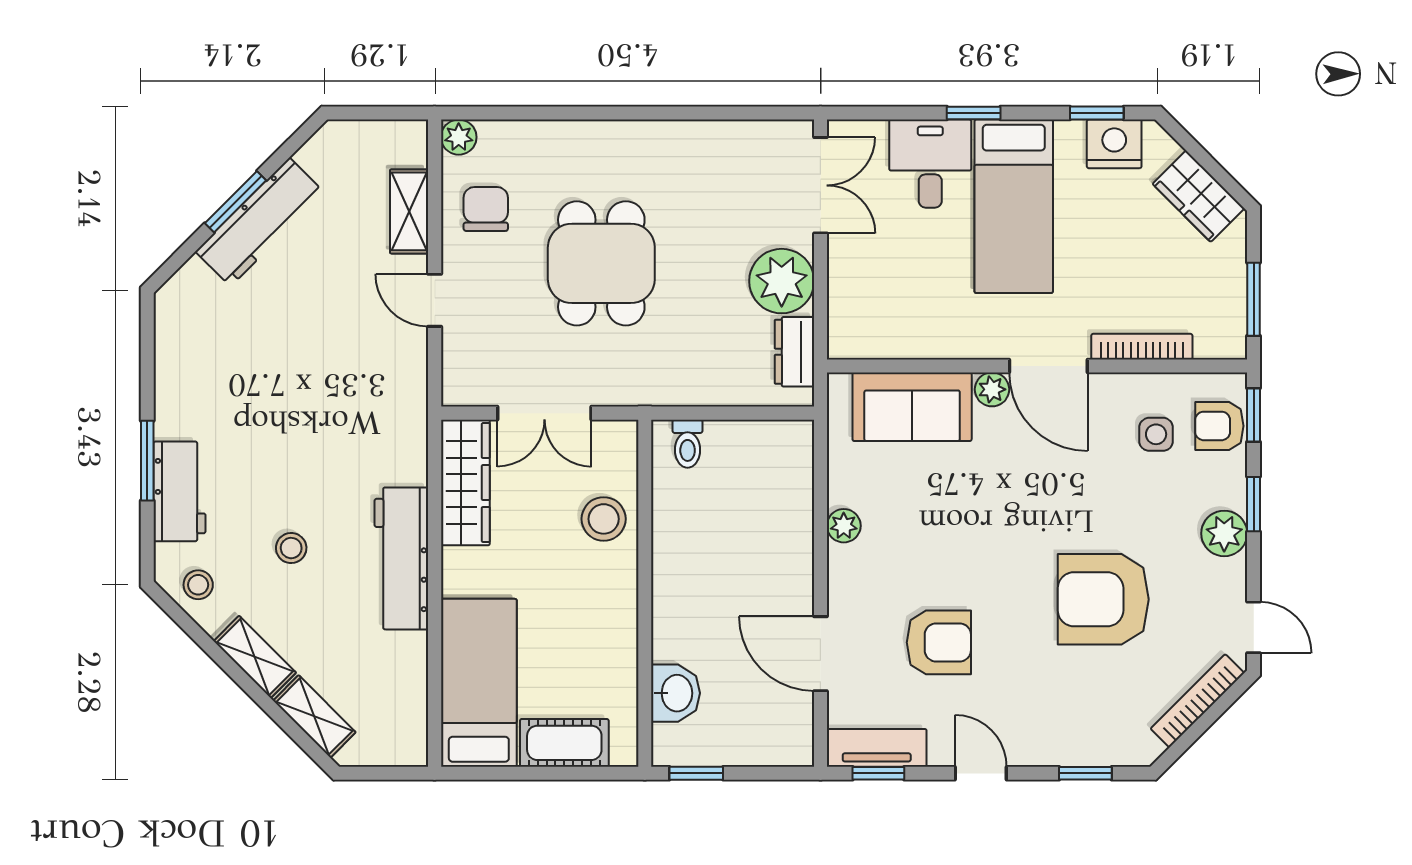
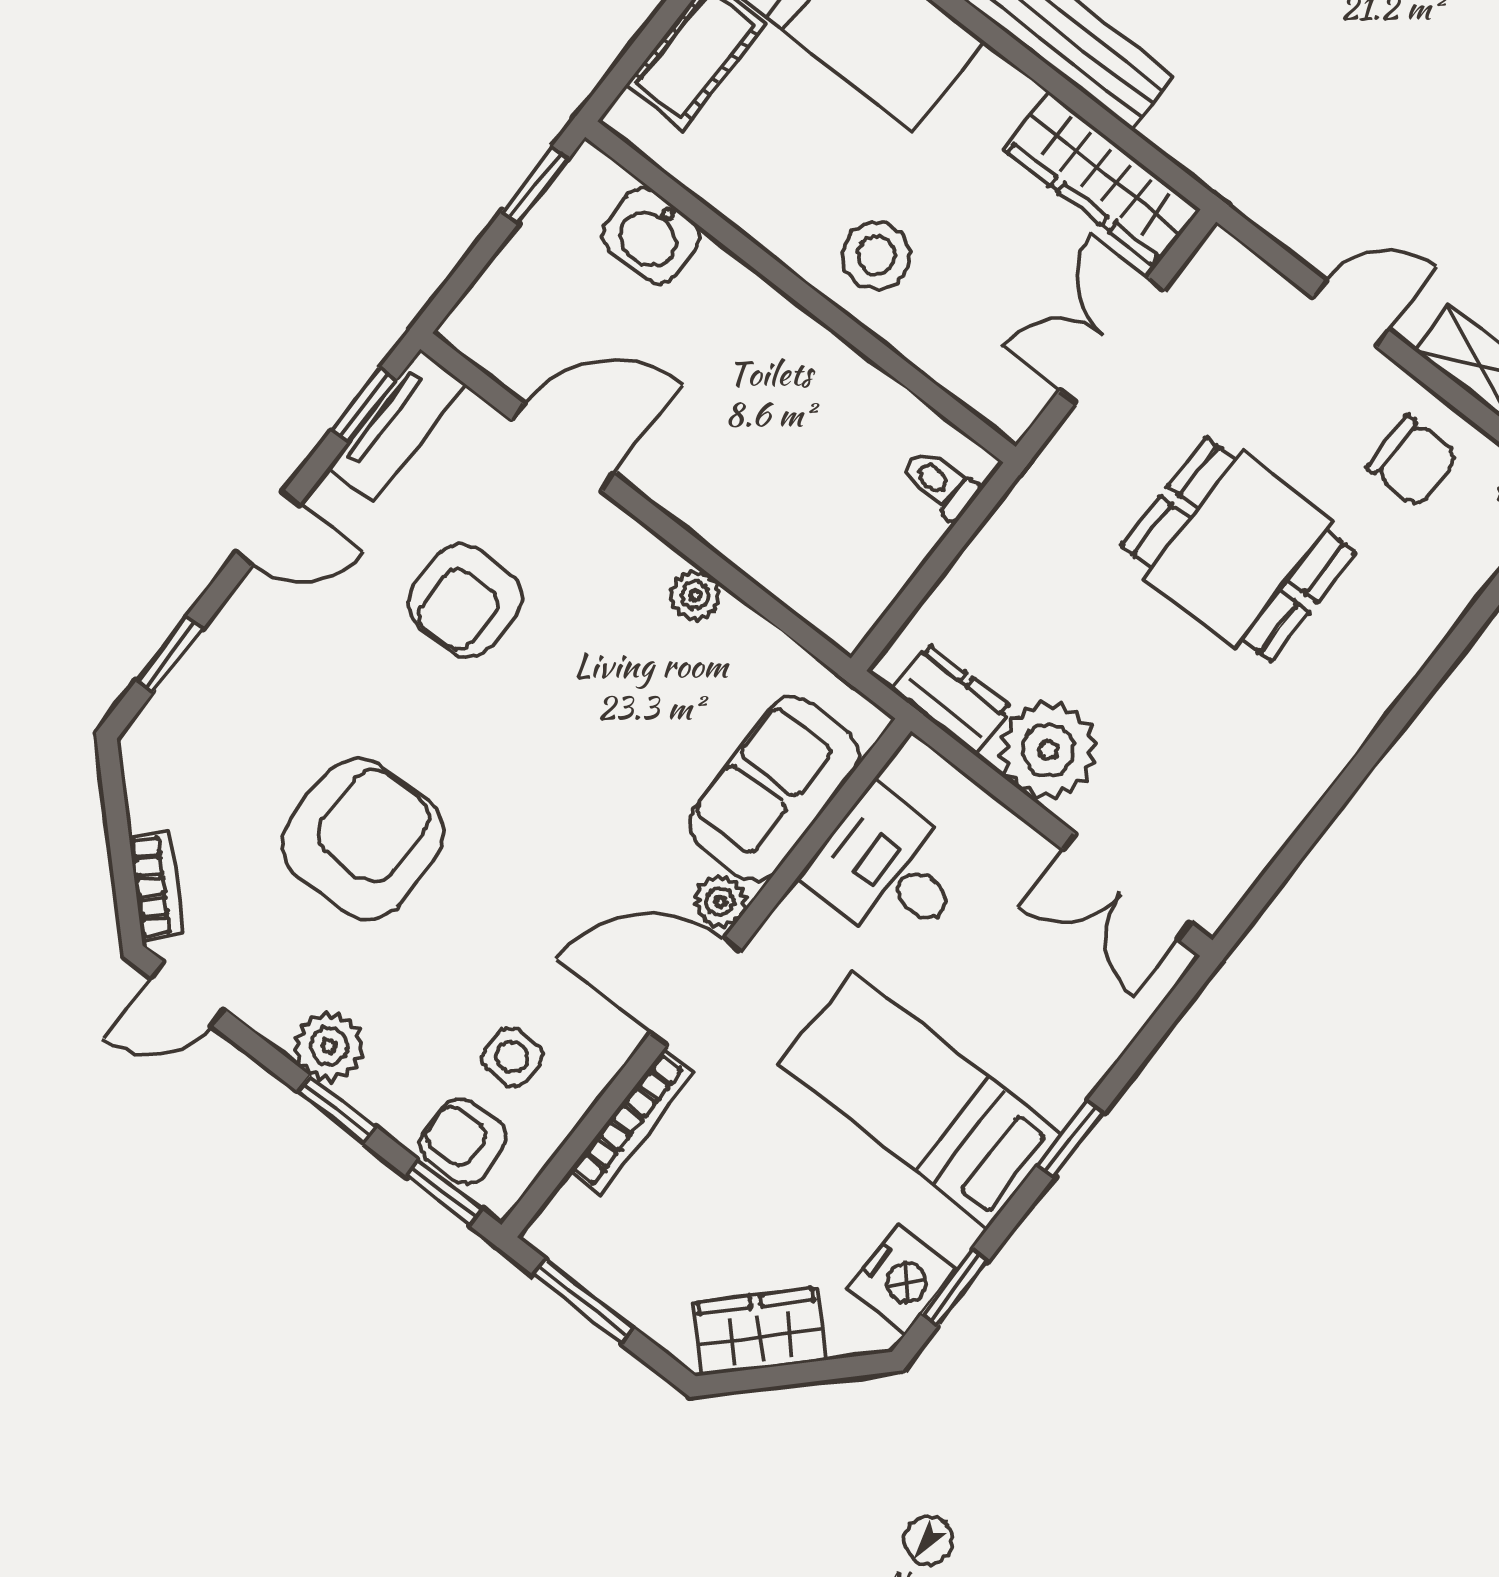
desk: (930, 164) -> (888, 870), moved, turned 180
armchair: (1219, 426) -> (463, 1141), turned -90
stool: (604, 519) -> (876, 255), moved
bookcase: (1197, 701) -> (156, 886), width x0.64

